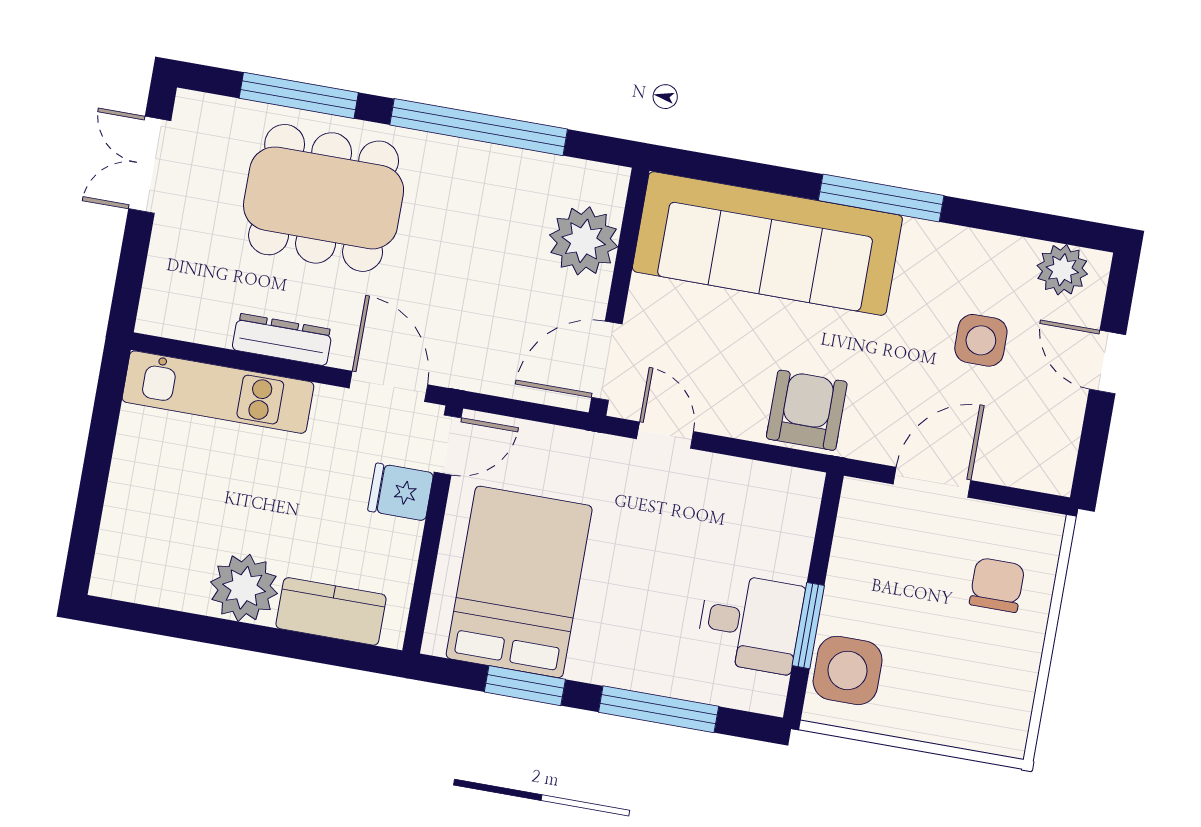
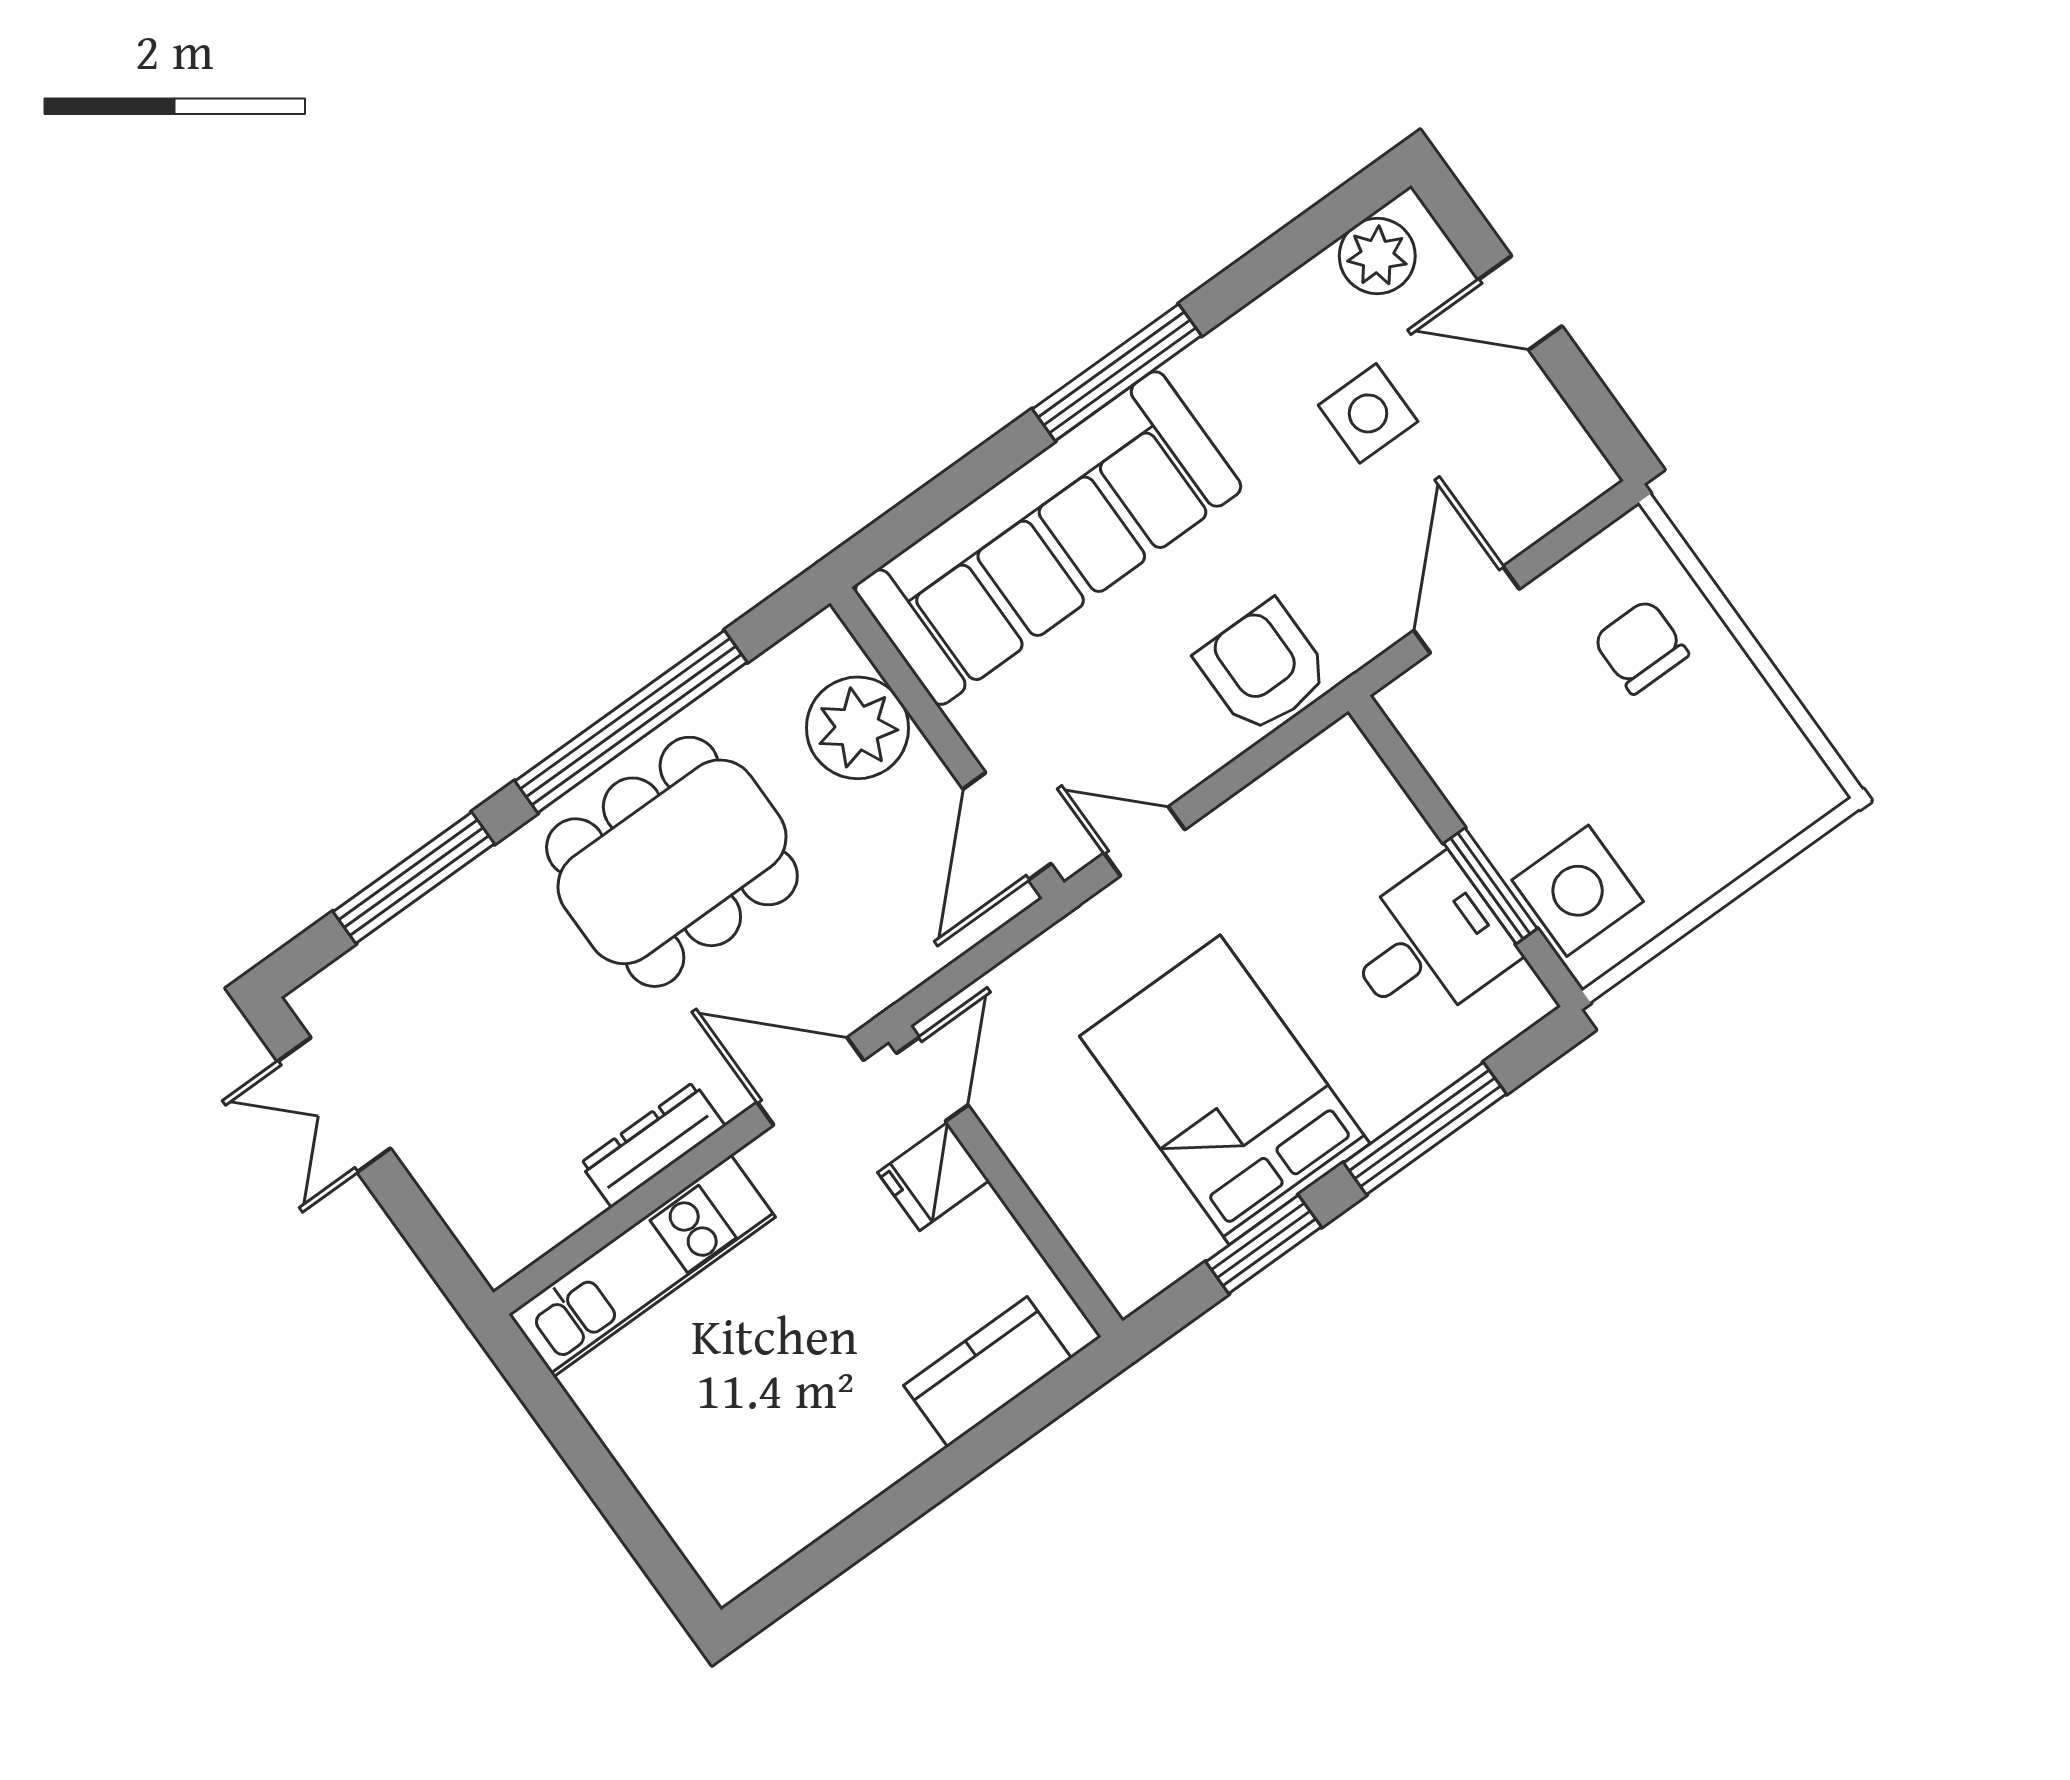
dining table: (324, 198) -> (672, 862), moved
bed: (519, 582) -> (1225, 1090), moved
plant: (244, 588) -> (874, 1439), removed

